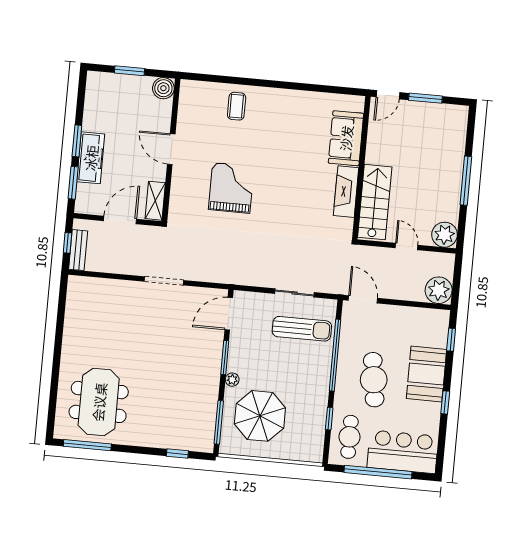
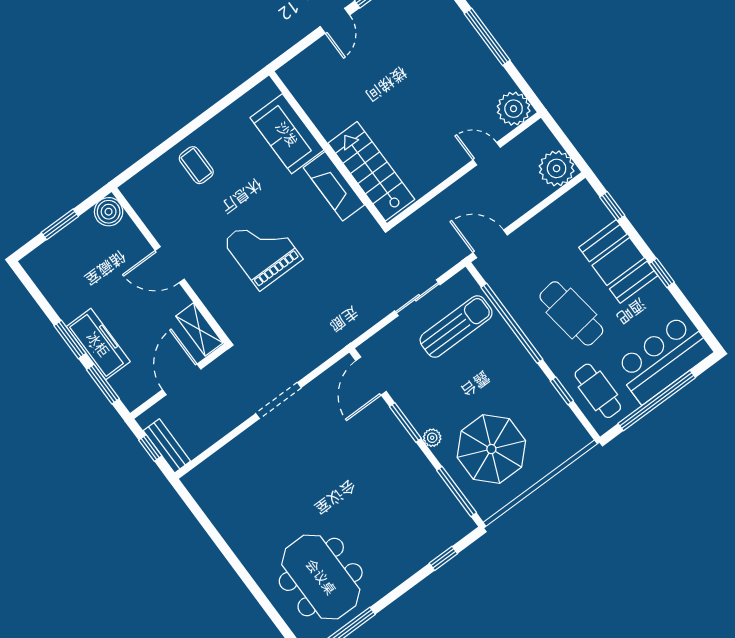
sofa: (346, 138) -> (287, 134), moved
wall: (361, 168) -> (328, 149), moved
fireplace: (346, 192) -> (334, 186), moved
stairs: (375, 202) -> (371, 171), moved

